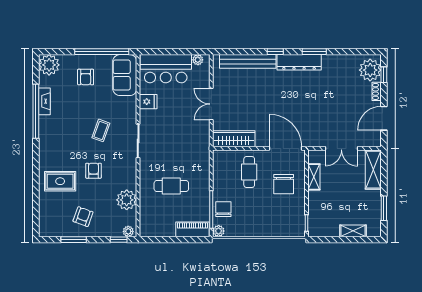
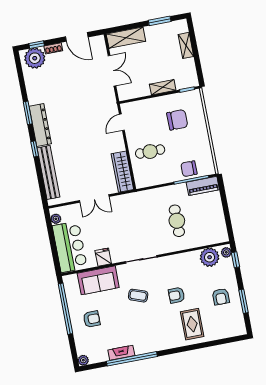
plant: (49, 65) -> (83, 360), width x0.53, depth x0.53
sofa: (125, 75) -> (98, 280), moved
door: (285, 148) -> (122, 122), width x0.53
shelving: (314, 177) -> (163, 87), moved
chair: (284, 184) -> (177, 120), moved
plant: (127, 200) -> (210, 257), moved
armchair: (83, 217) -> (221, 297), turned -110
piano: (193, 229) -> (203, 186), moved, turned -90
plant: (219, 231) -> (210, 169), removed

